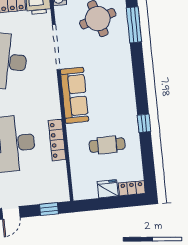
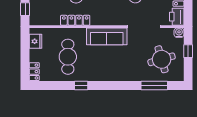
cafe table: (107, 145) -> (68, 57), width x1.37, depth x1.35
fridge: (108, 189) -> (36, 41), moved

